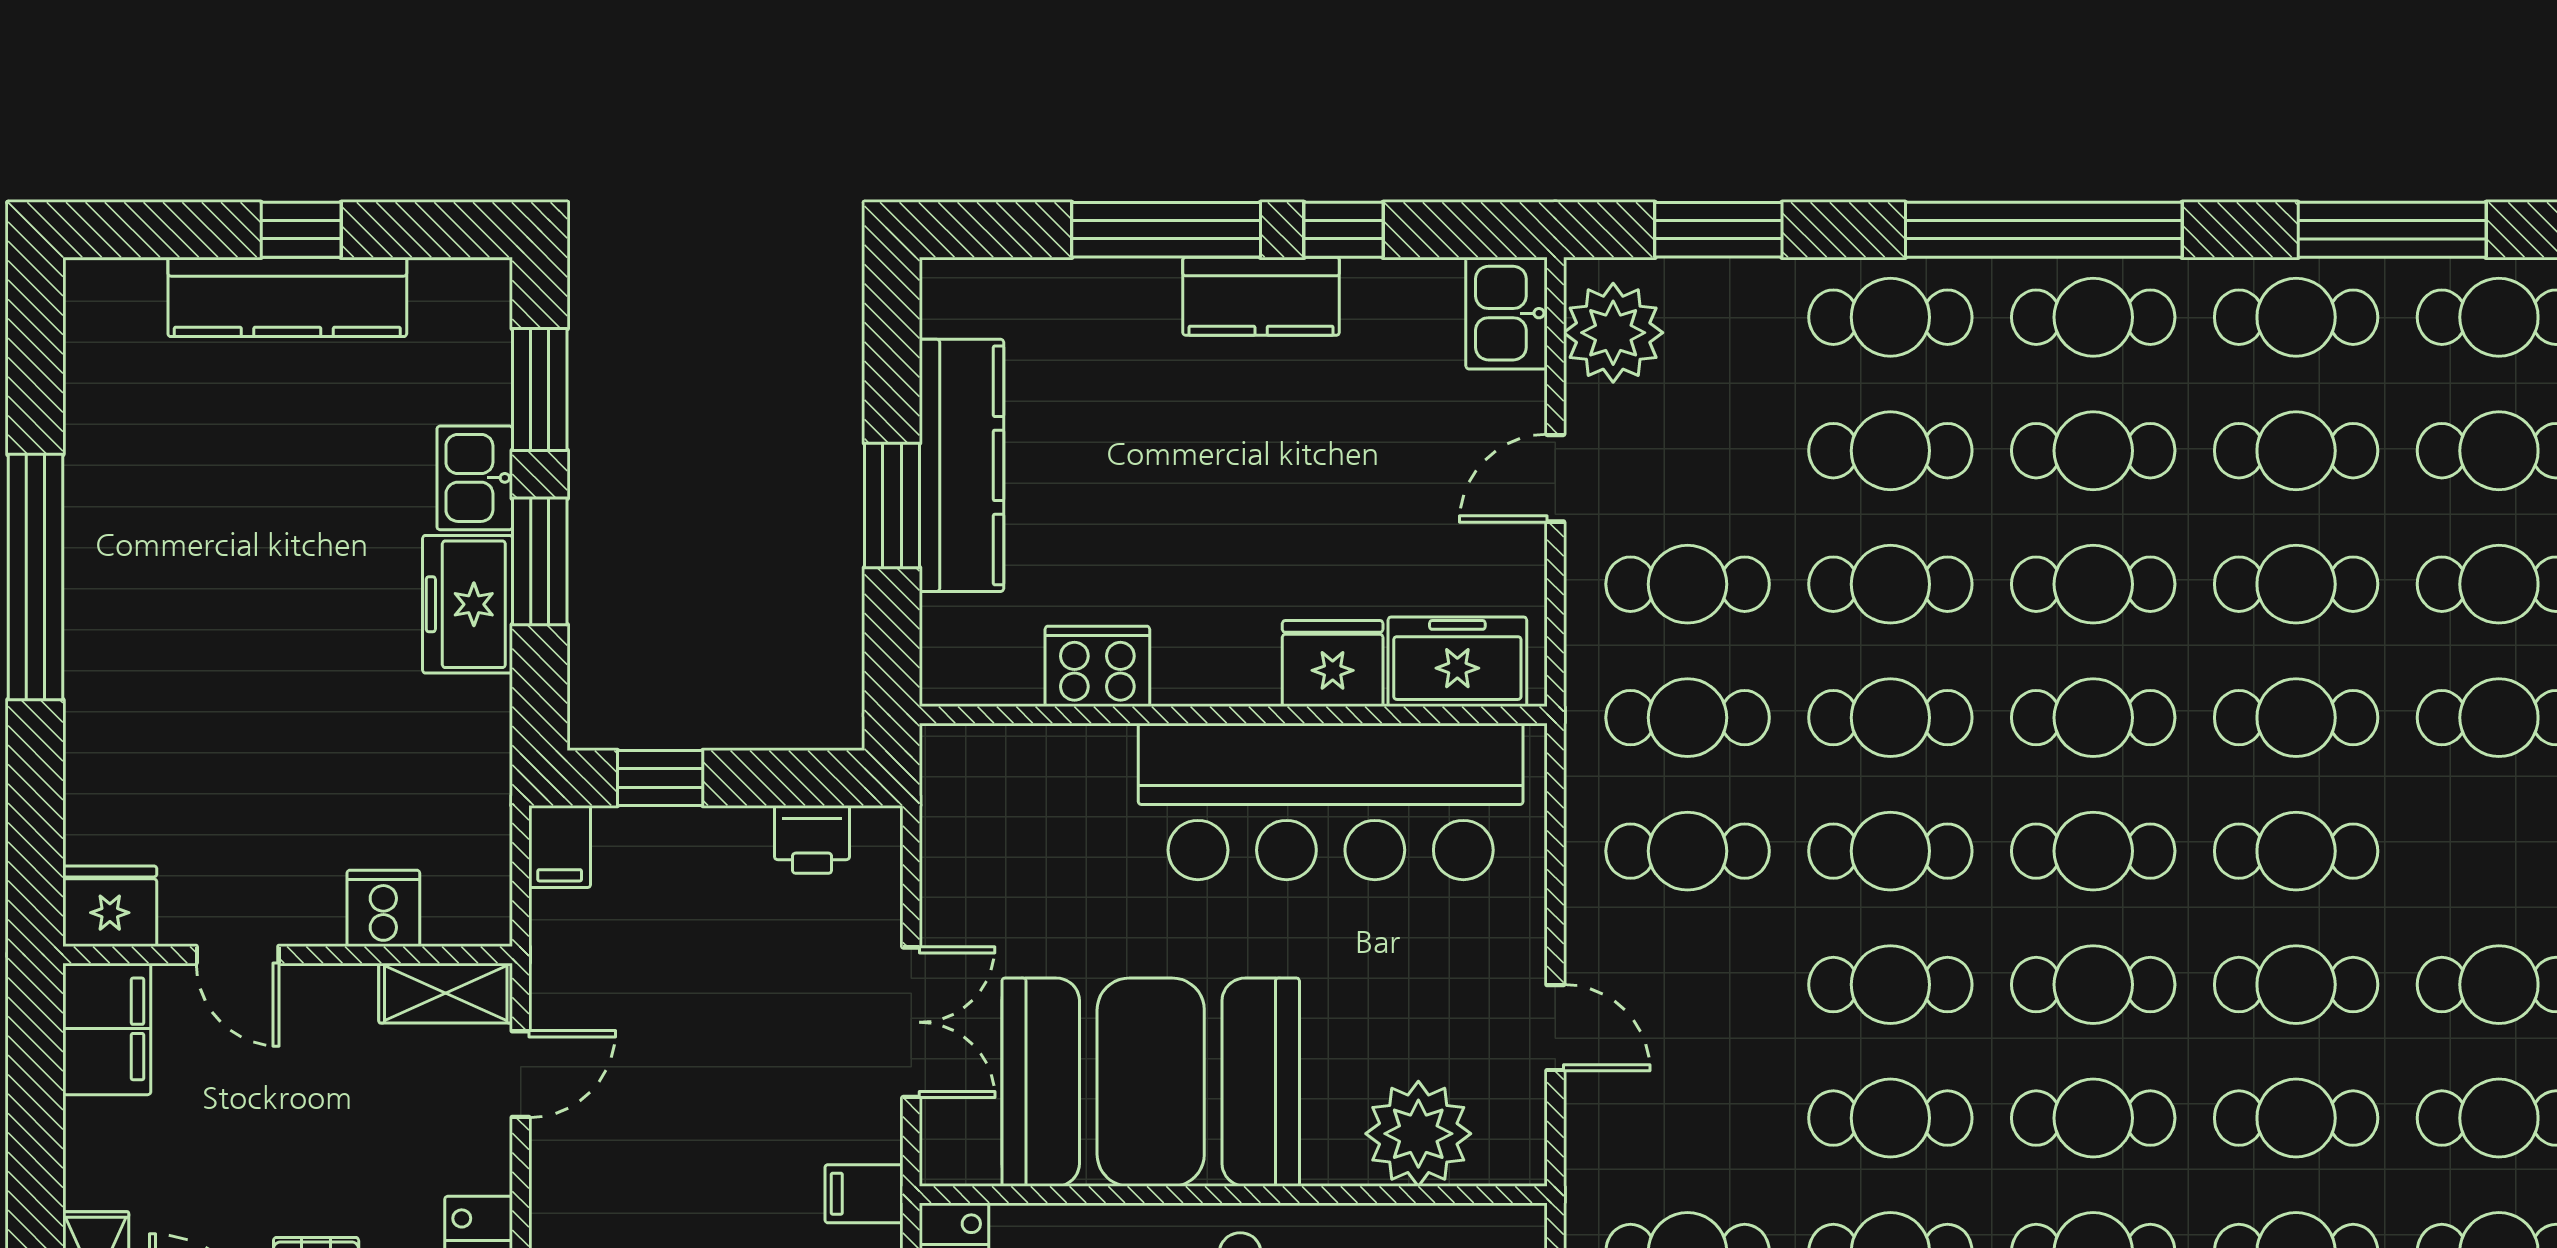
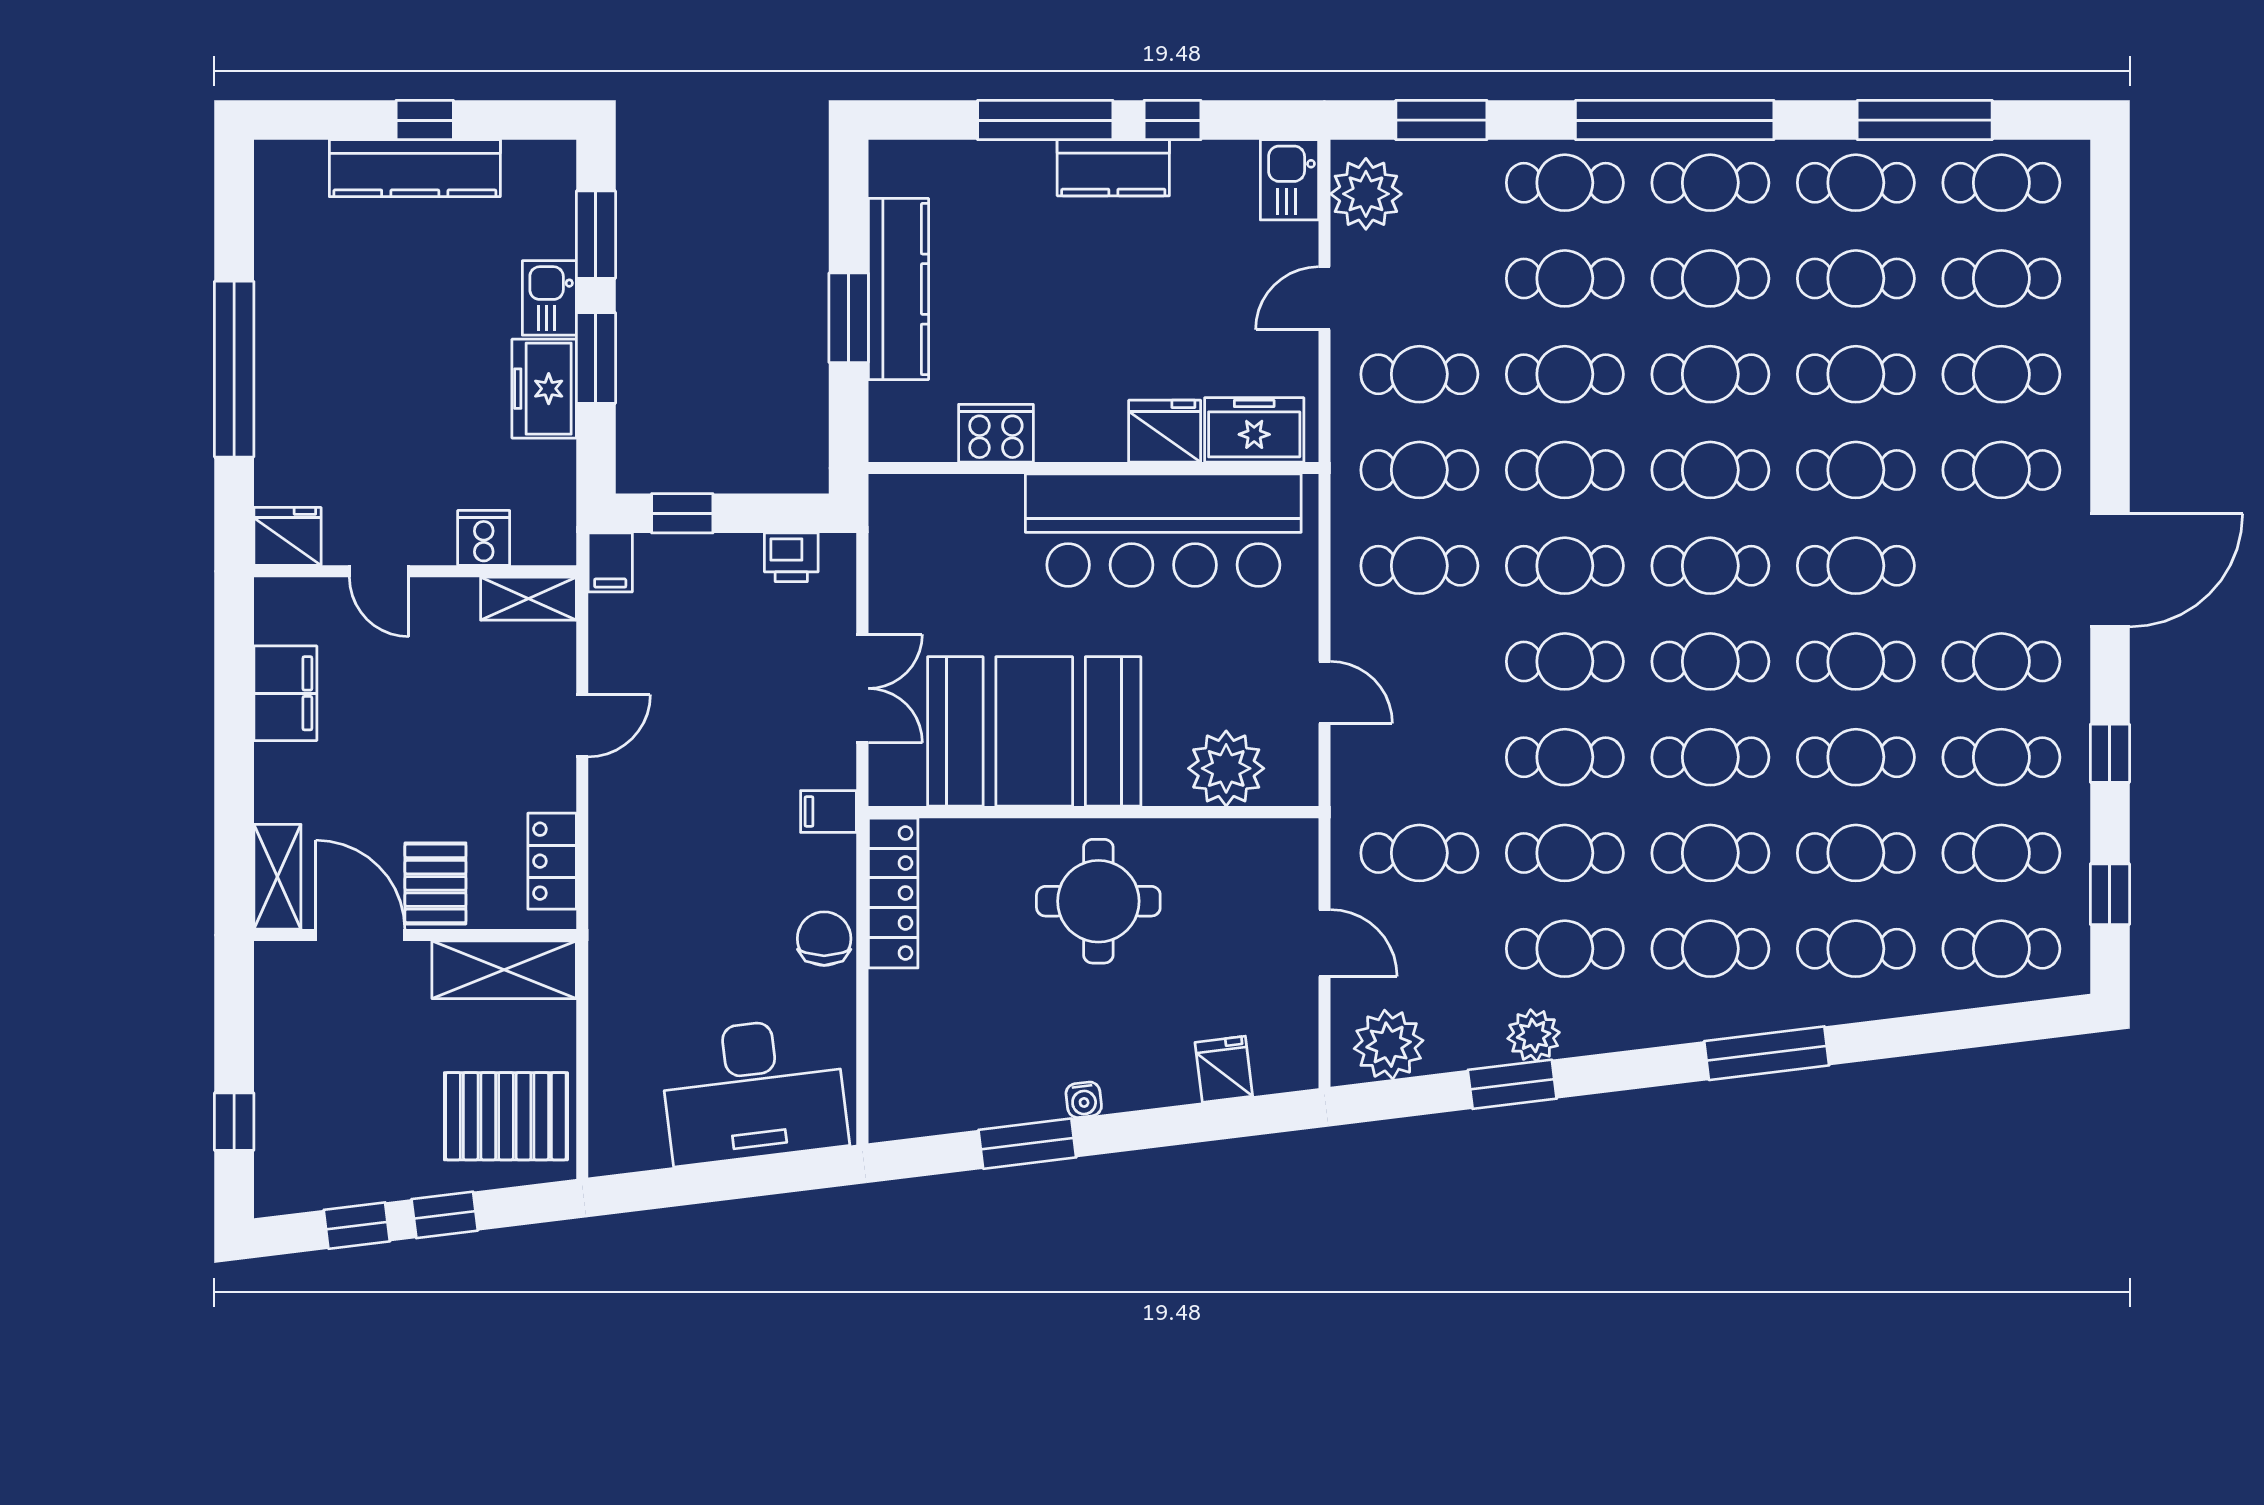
fridge: (110, 906) -> (287, 536), moved
cooker: (383, 908) -> (484, 538), moved
door: (238, 955) -> (379, 571), moved
wall: (288, 955) -> (415, 571), moved
shelving: (446, 993) -> (528, 599), moved

